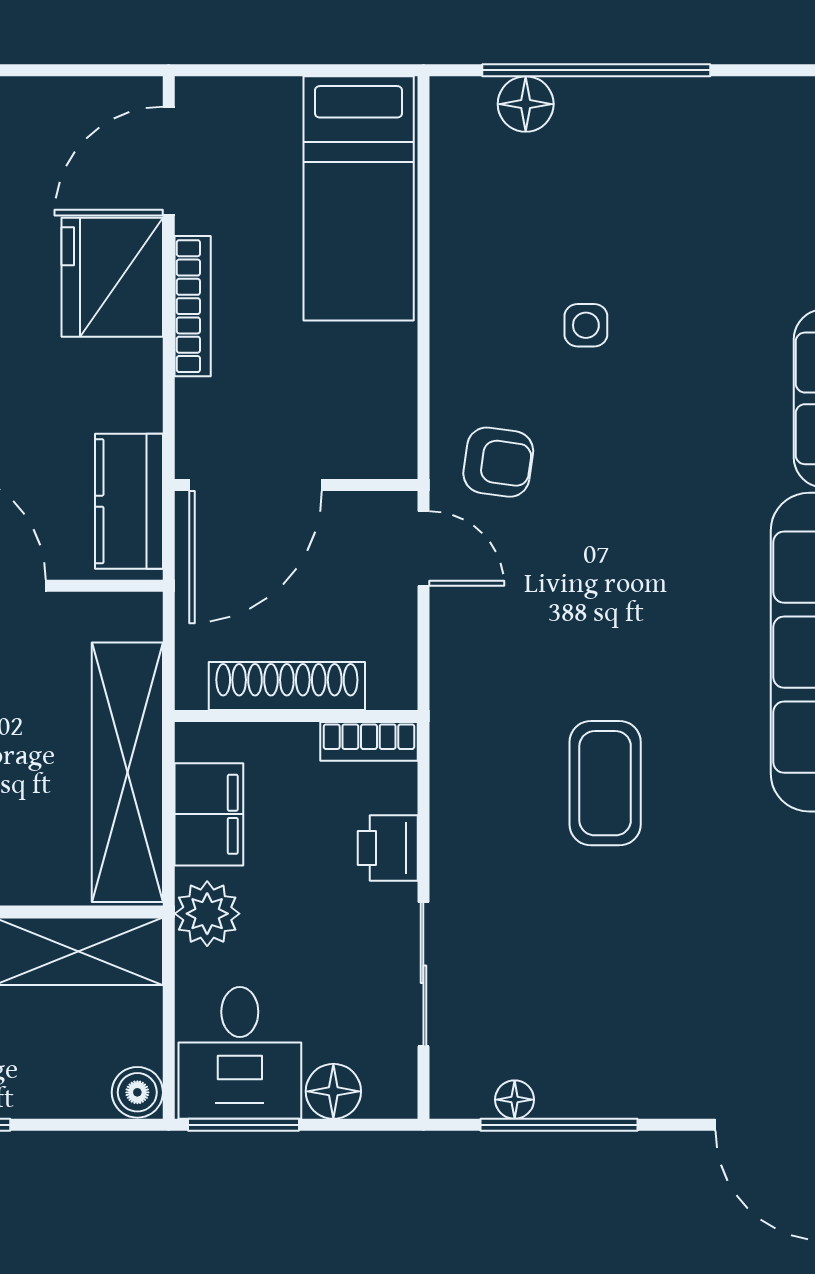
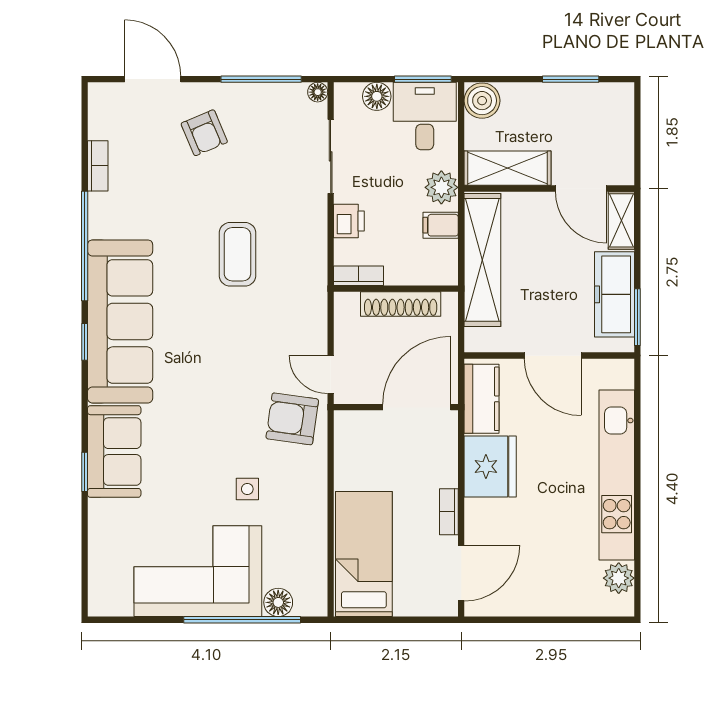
corner sofa: (683, 165) -> (198, 571), added
fridge: (112, 277) -> (490, 466), moved
bookcase: (193, 306) -> (449, 512), width x0.64
armchair: (498, 462) -> (292, 419), width x1.38, depth x1.38
filing cabinet: (209, 814) -> (441, 225), width x0.50
armchair: (670, 1020) -> (204, 133), added
boiler: (137, 1092) -> (482, 101), width x1.36, depth x1.36
floor lamp: (515, 1100) -> (318, 92), moved

